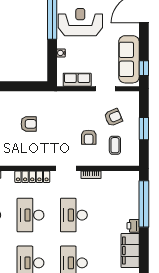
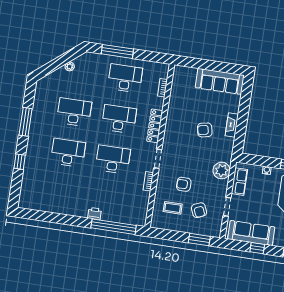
window: (144, 68) -> (257, 248), moved
fireplace: (19, 96) -> (232, 125), added
plant: (68, 100) -> (222, 171), added
armchair: (29, 124) -> (205, 130), turned 78
window: (144, 129) -> (199, 240), moved
filing cabinet: (130, 251) -> (72, 207), removed

